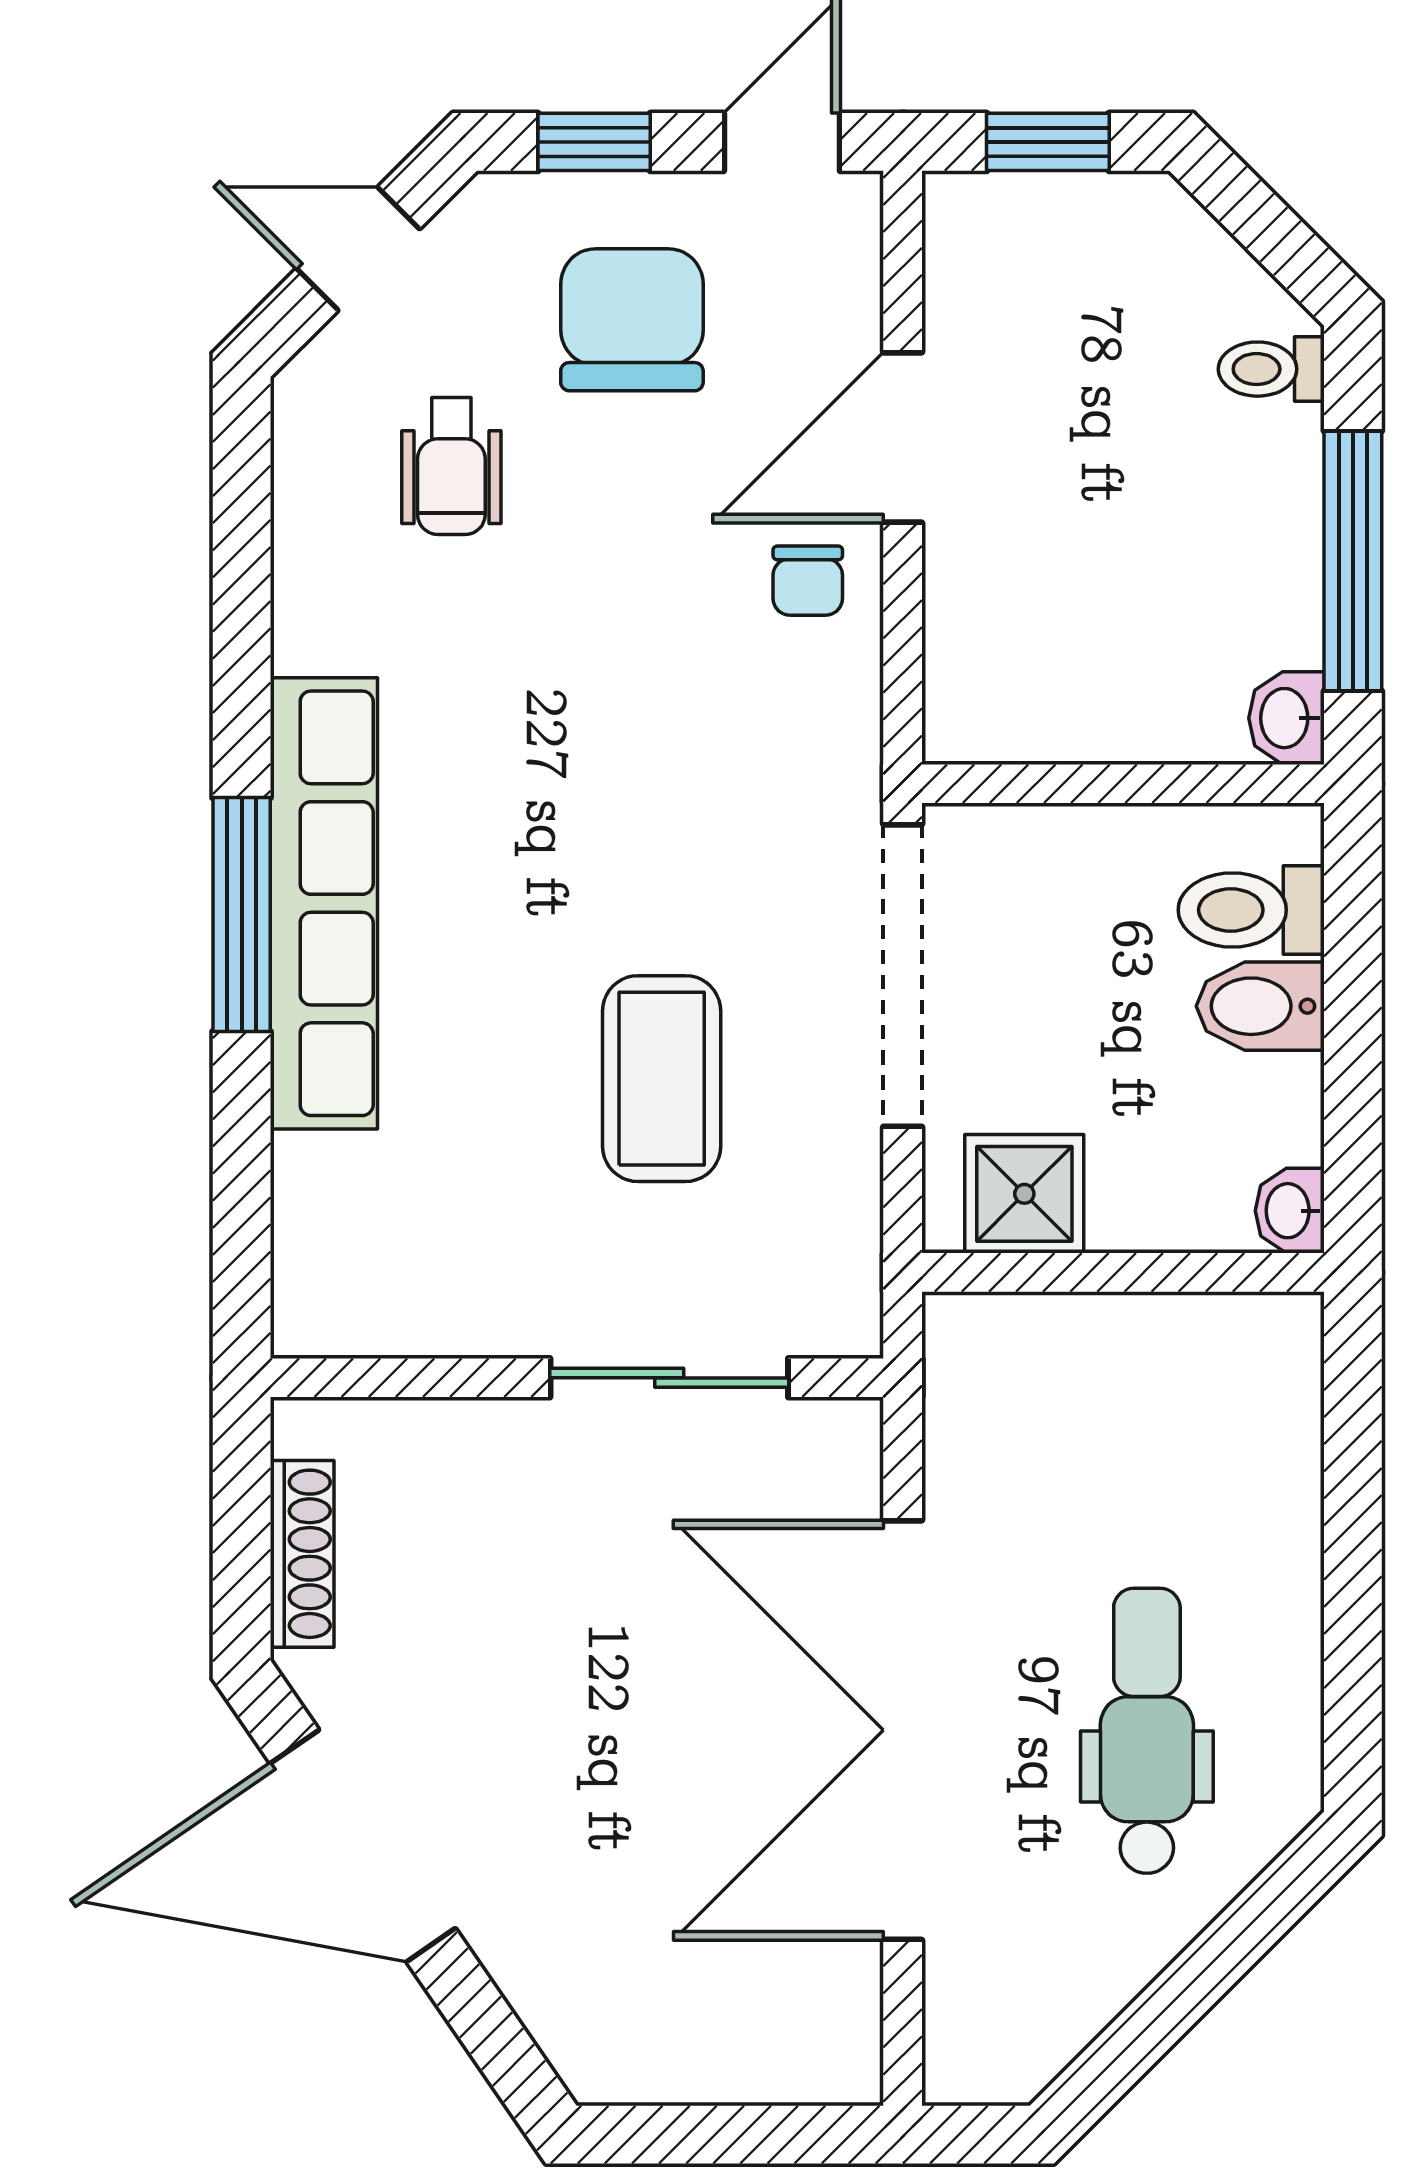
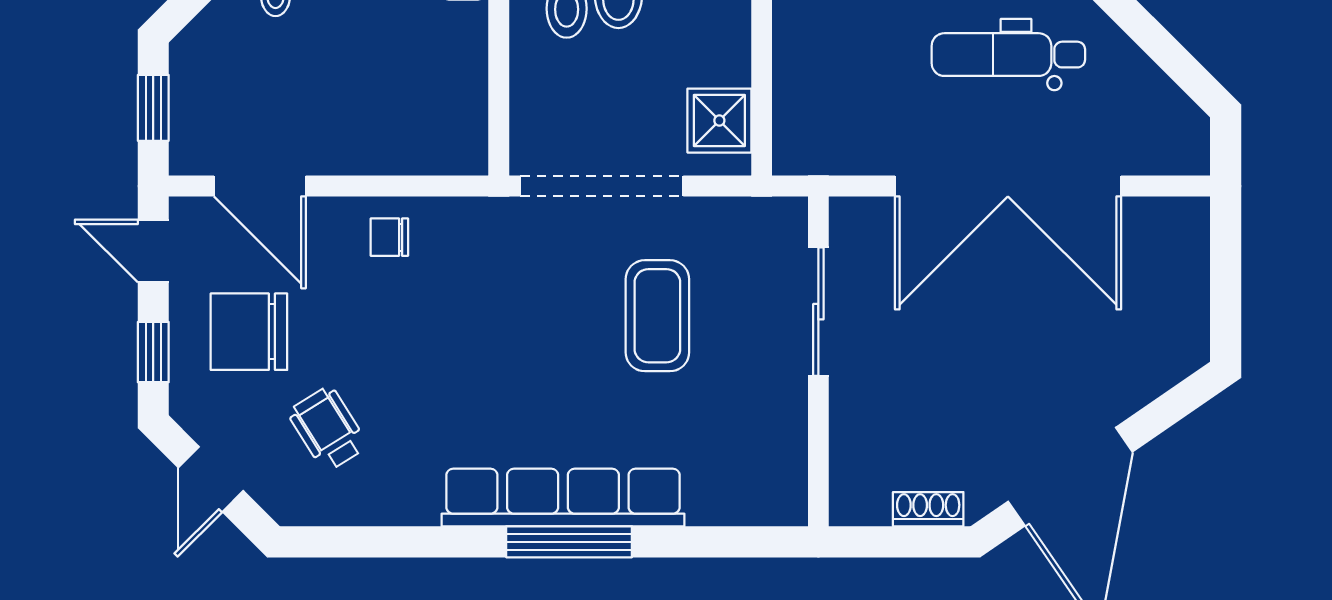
door: (903, 437) -> (260, 186), moved
wheelchair: (451, 466) -> (328, 429), turned -122
chair: (808, 581) -> (389, 237), turned 180
coffee table: (662, 1079) -> (657, 316), turned 90
shoe rack: (302, 1554) -> (928, 509), width x0.70

